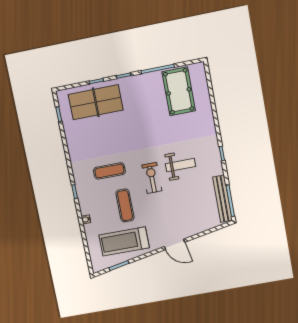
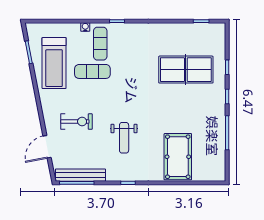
pool table: (179, 91) -> (178, 157), moved, turned 90
table tennis table: (96, 102) -> (186, 70), moved, turned 90
exercise mat: (109, 171) -> (100, 44), moved
exercise bike: (152, 178) -> (76, 122), moved
treadmill: (124, 241) -> (54, 63), turned 180
door: (175, 244) -> (47, 147), moved

